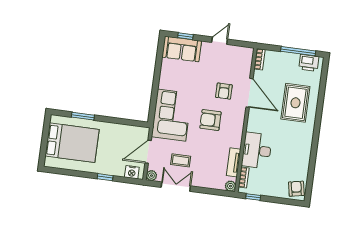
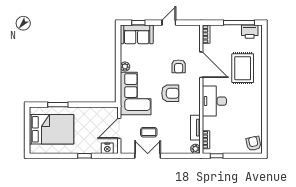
armchair: (210, 120) -> (170, 93), turned 180
desk: (257, 150) -> (214, 101), moved
plant: (151, 176) -> (125, 67), moved

